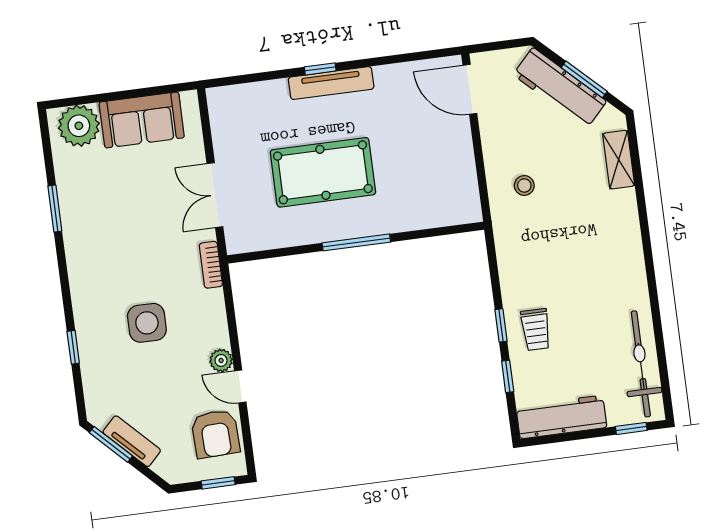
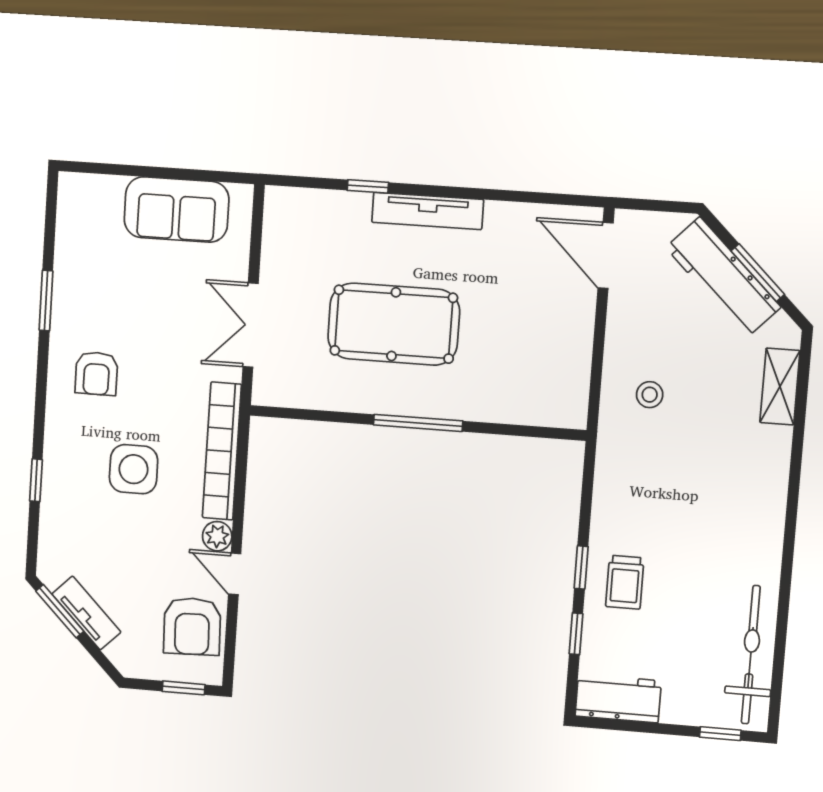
window: (320, 69) -> (368, 186), moved
plant: (79, 126) -> (96, 201), removed
armchair: (104, 256) -> (96, 373), added
bookcase: (211, 265) -> (222, 451), width x2.31, depth x1.31
workbench: (561, 417) -> (618, 698), width x0.73

